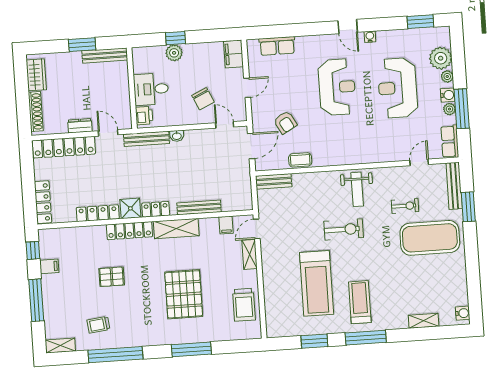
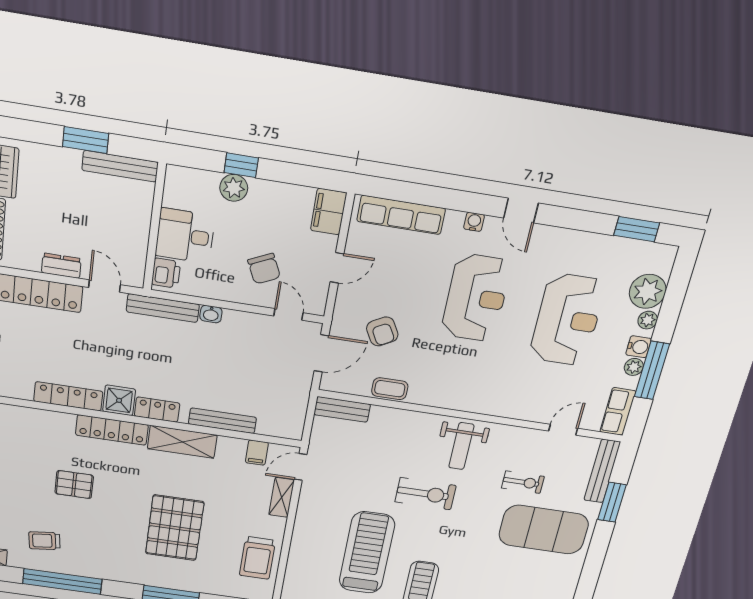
water cooler: (370, 37) -> (474, 222), moved
row of seats: (277, 46) -> (401, 215), width x1.48
reception desk: (398, 88) -> (567, 320), turned 180
treadmill: (317, 283) -> (367, 553), turned 180

